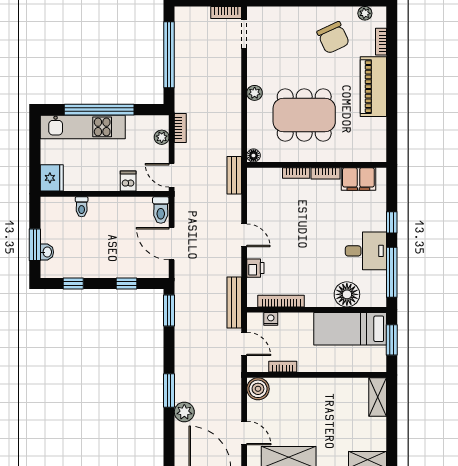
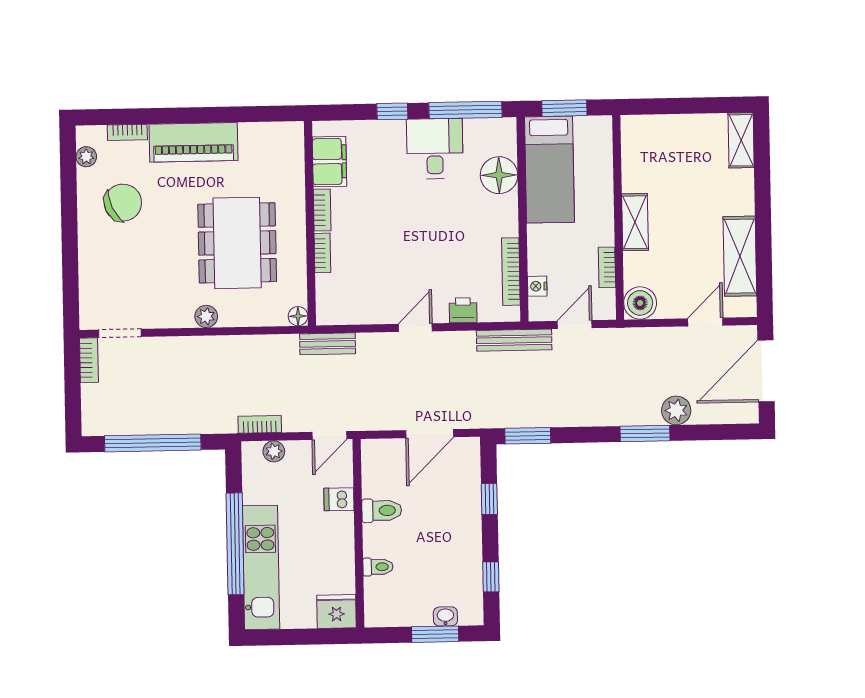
toilet: (161, 210) -> (382, 511), moved
shelving: (378, 397) -> (635, 222), moved, turned 90

